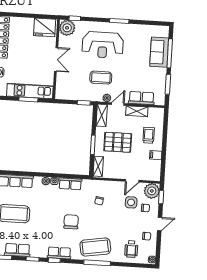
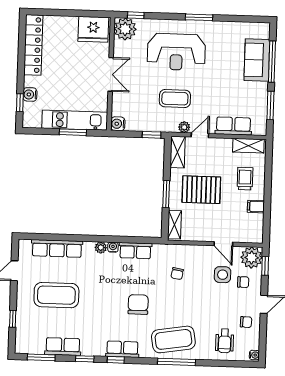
water cooler: (60, 94) -> (118, 124), added
shelving: (137, 111) -> (248, 146), moved
door: (132, 181) -> (223, 244), hinge flipped

